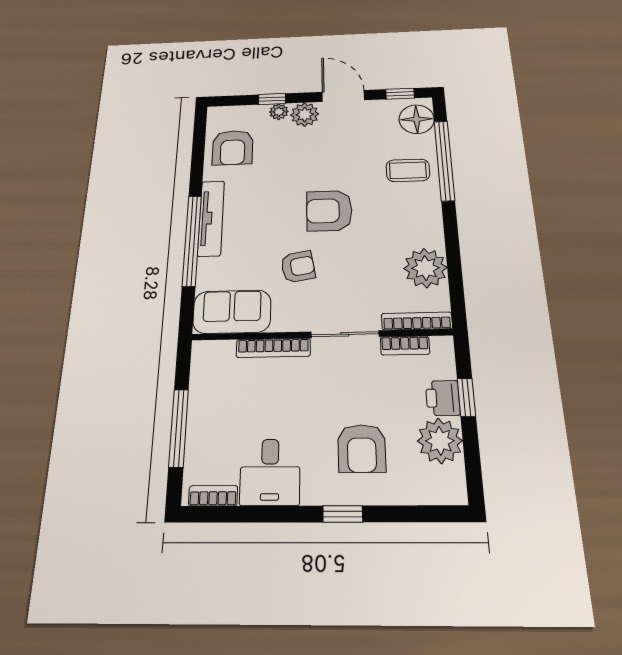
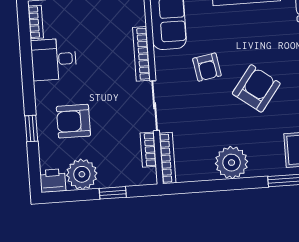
armchair: (329, 211) -> (256, 88), turned 37
plant: (425, 268) -> (232, 163), moved
printer: (443, 398) -> (53, 181), moved
window: (343, 514) -> (31, 128), moved

